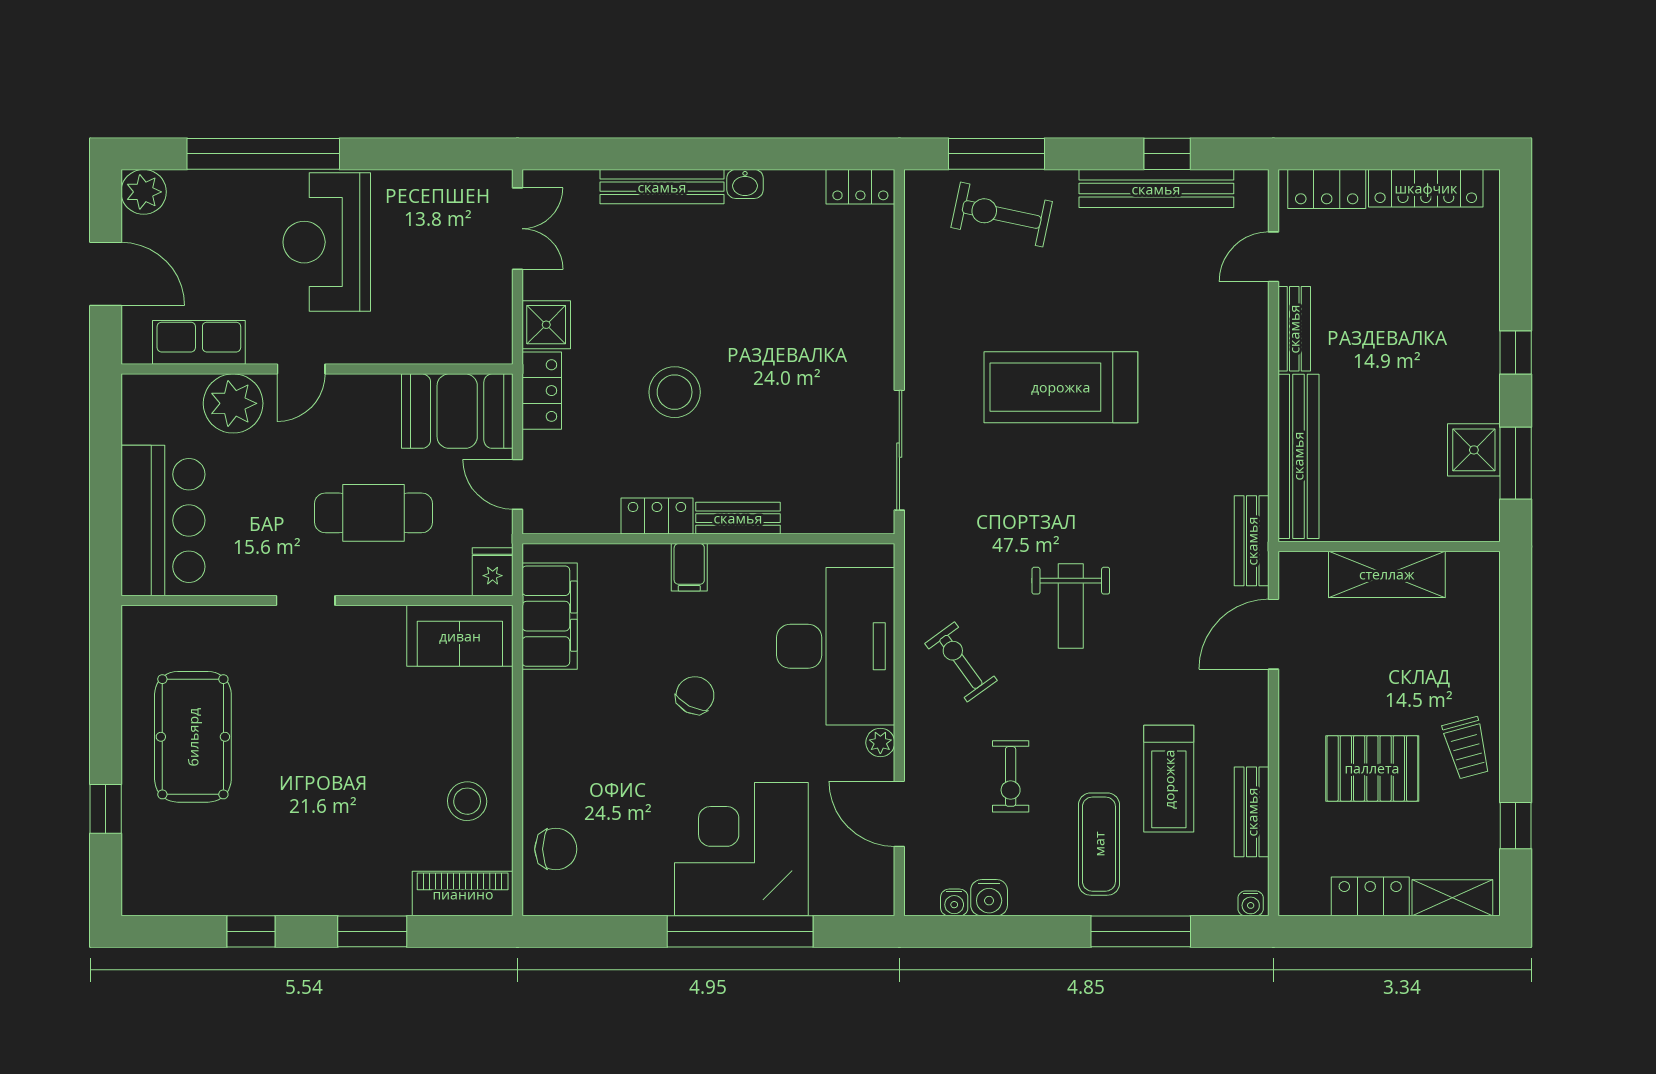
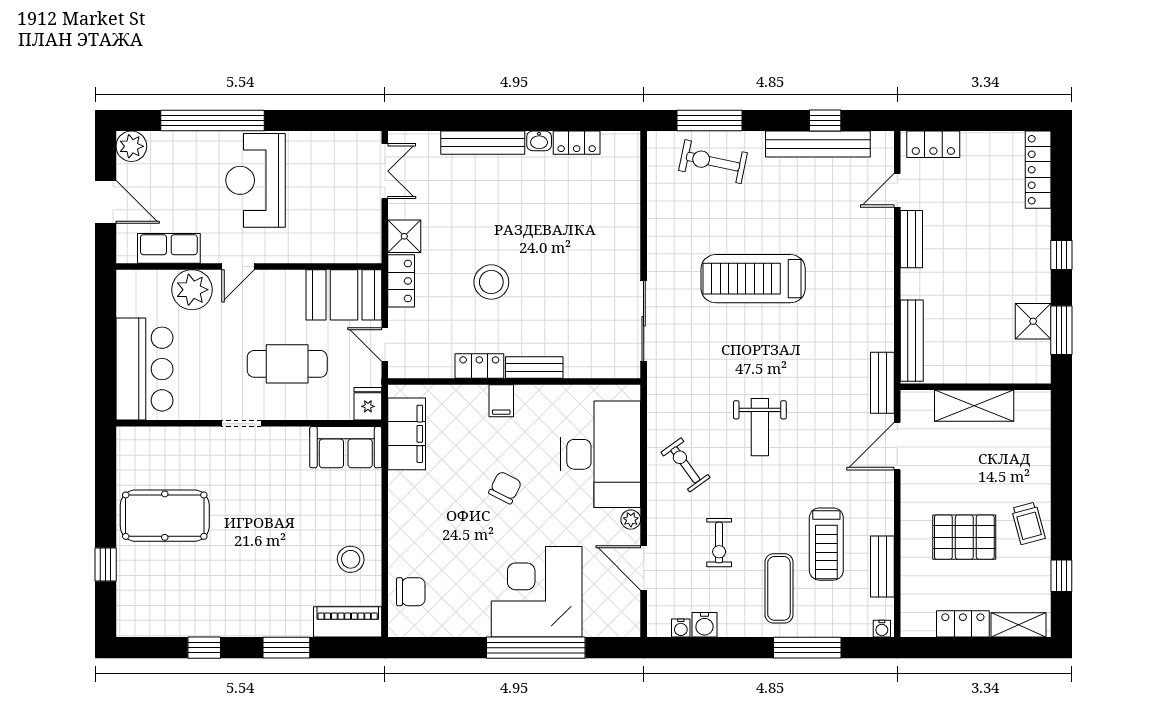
locker: (860, 187) -> (577, 143), moved
locker: (1426, 188) -> (1038, 170), moved, turned 90
bench: (1298, 456) -> (912, 341), width x0.73, depth x0.82
pool table: (193, 737) -> (165, 516), turned 90

